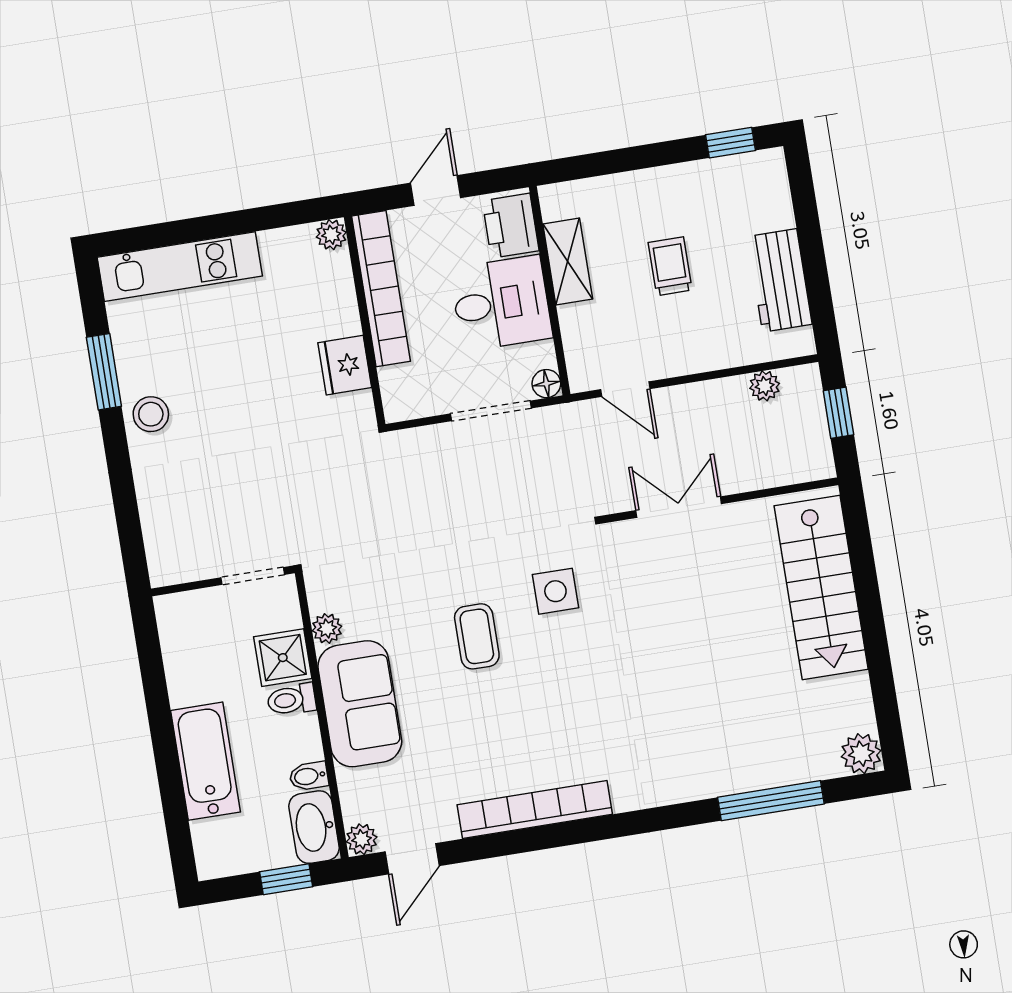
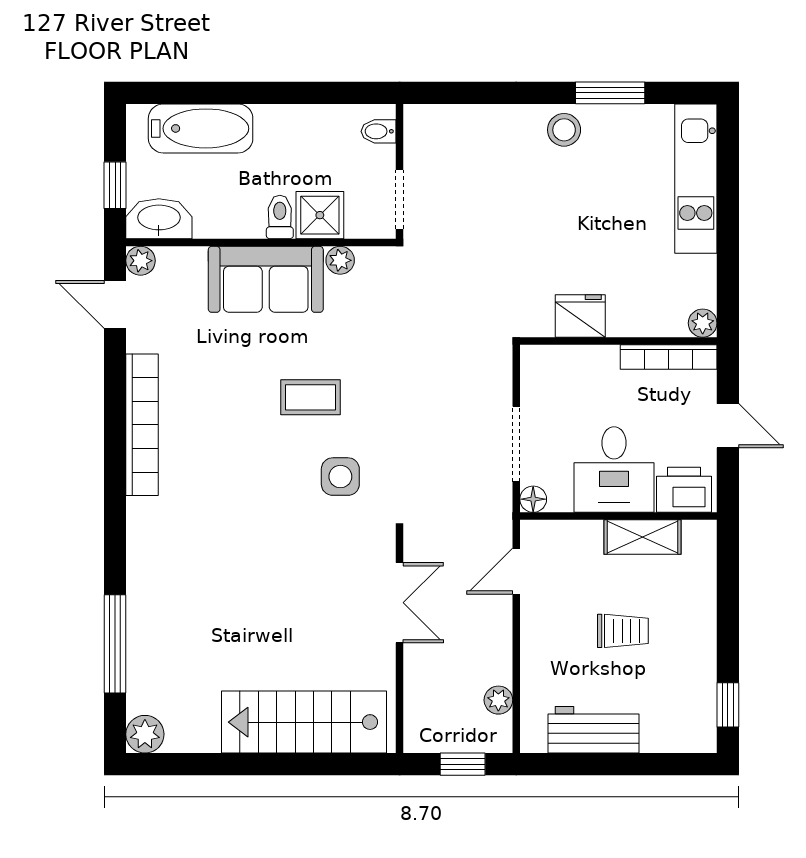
bookcase: (381, 289) -> (669, 357), width x0.68, depth x0.76
bathtub: (206, 761) -> (201, 128), moved
bidet: (309, 776) -> (379, 131), moved, turned -90

